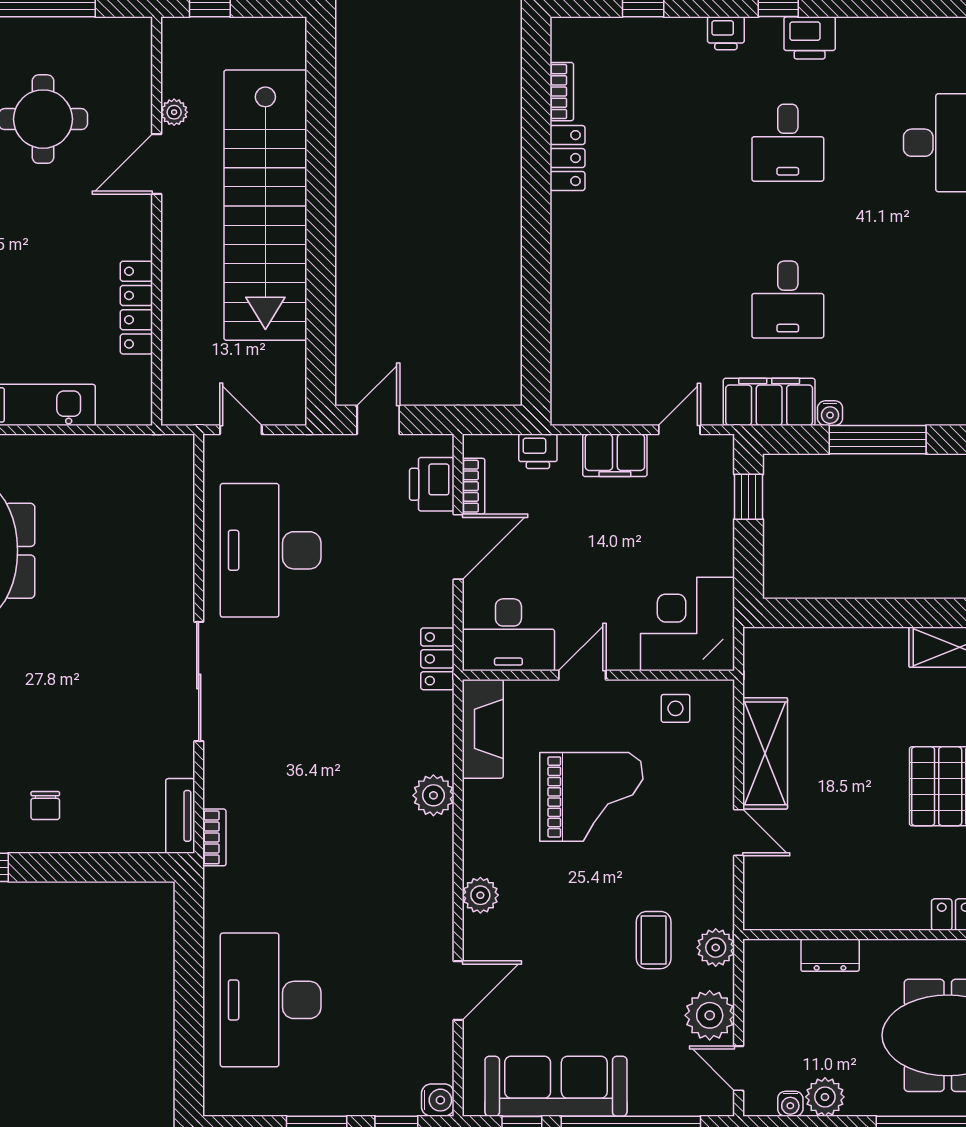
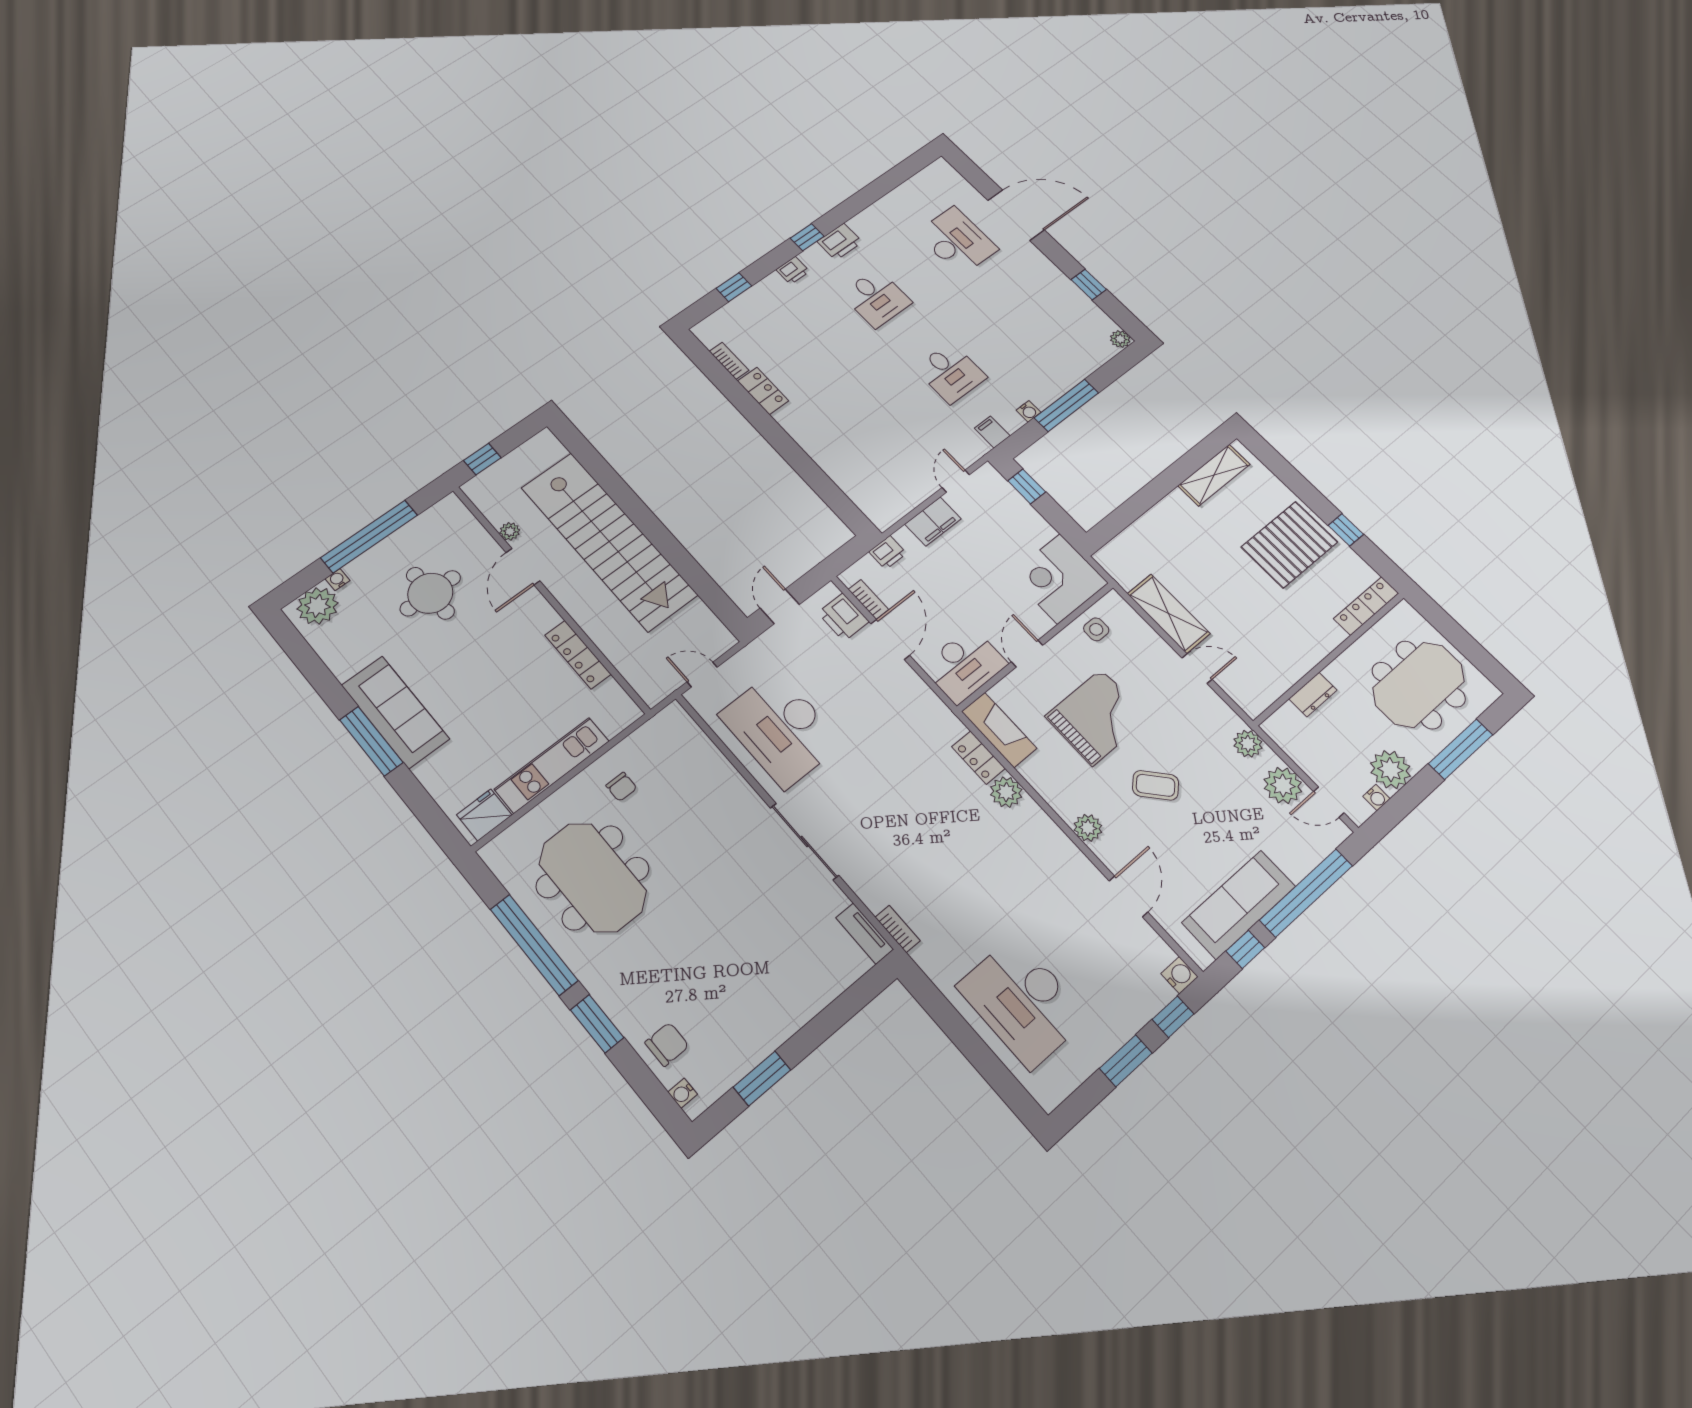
filing cabinet: (769, 402) -> (992, 432), width x0.33, depth x0.86
locker: (437, 659) -> (978, 758), moved
chair: (45, 806) -> (621, 787), moved
coffee table: (654, 940) -> (1156, 785), moved, turned -42
plant: (825, 1097) -> (1390, 770), width x1.36, depth x1.36

